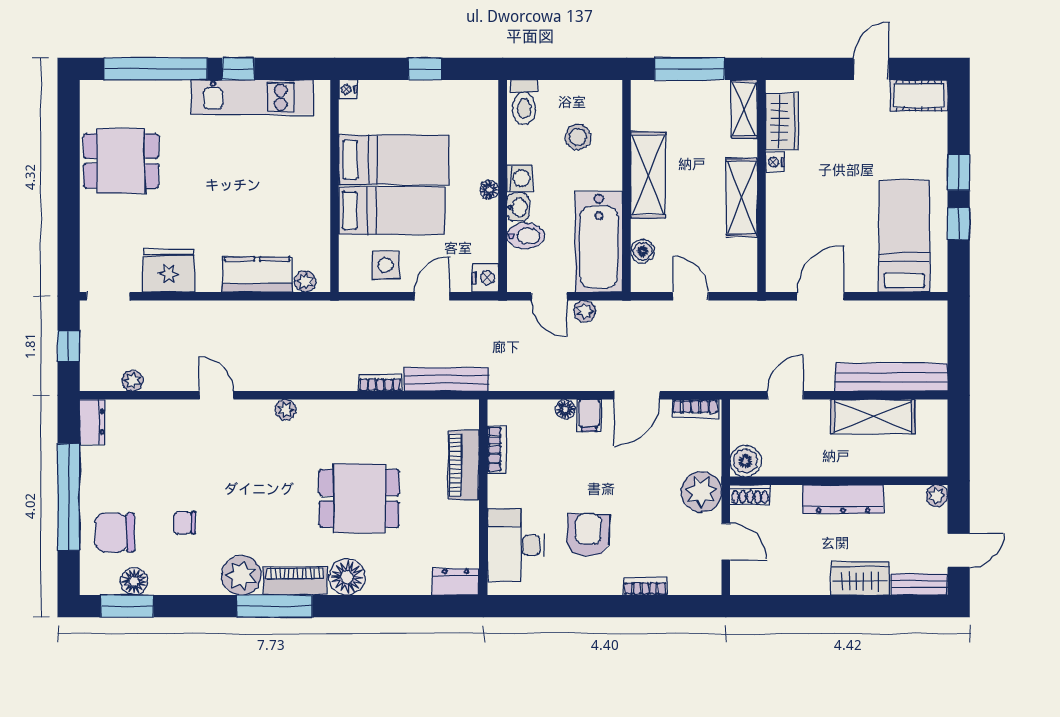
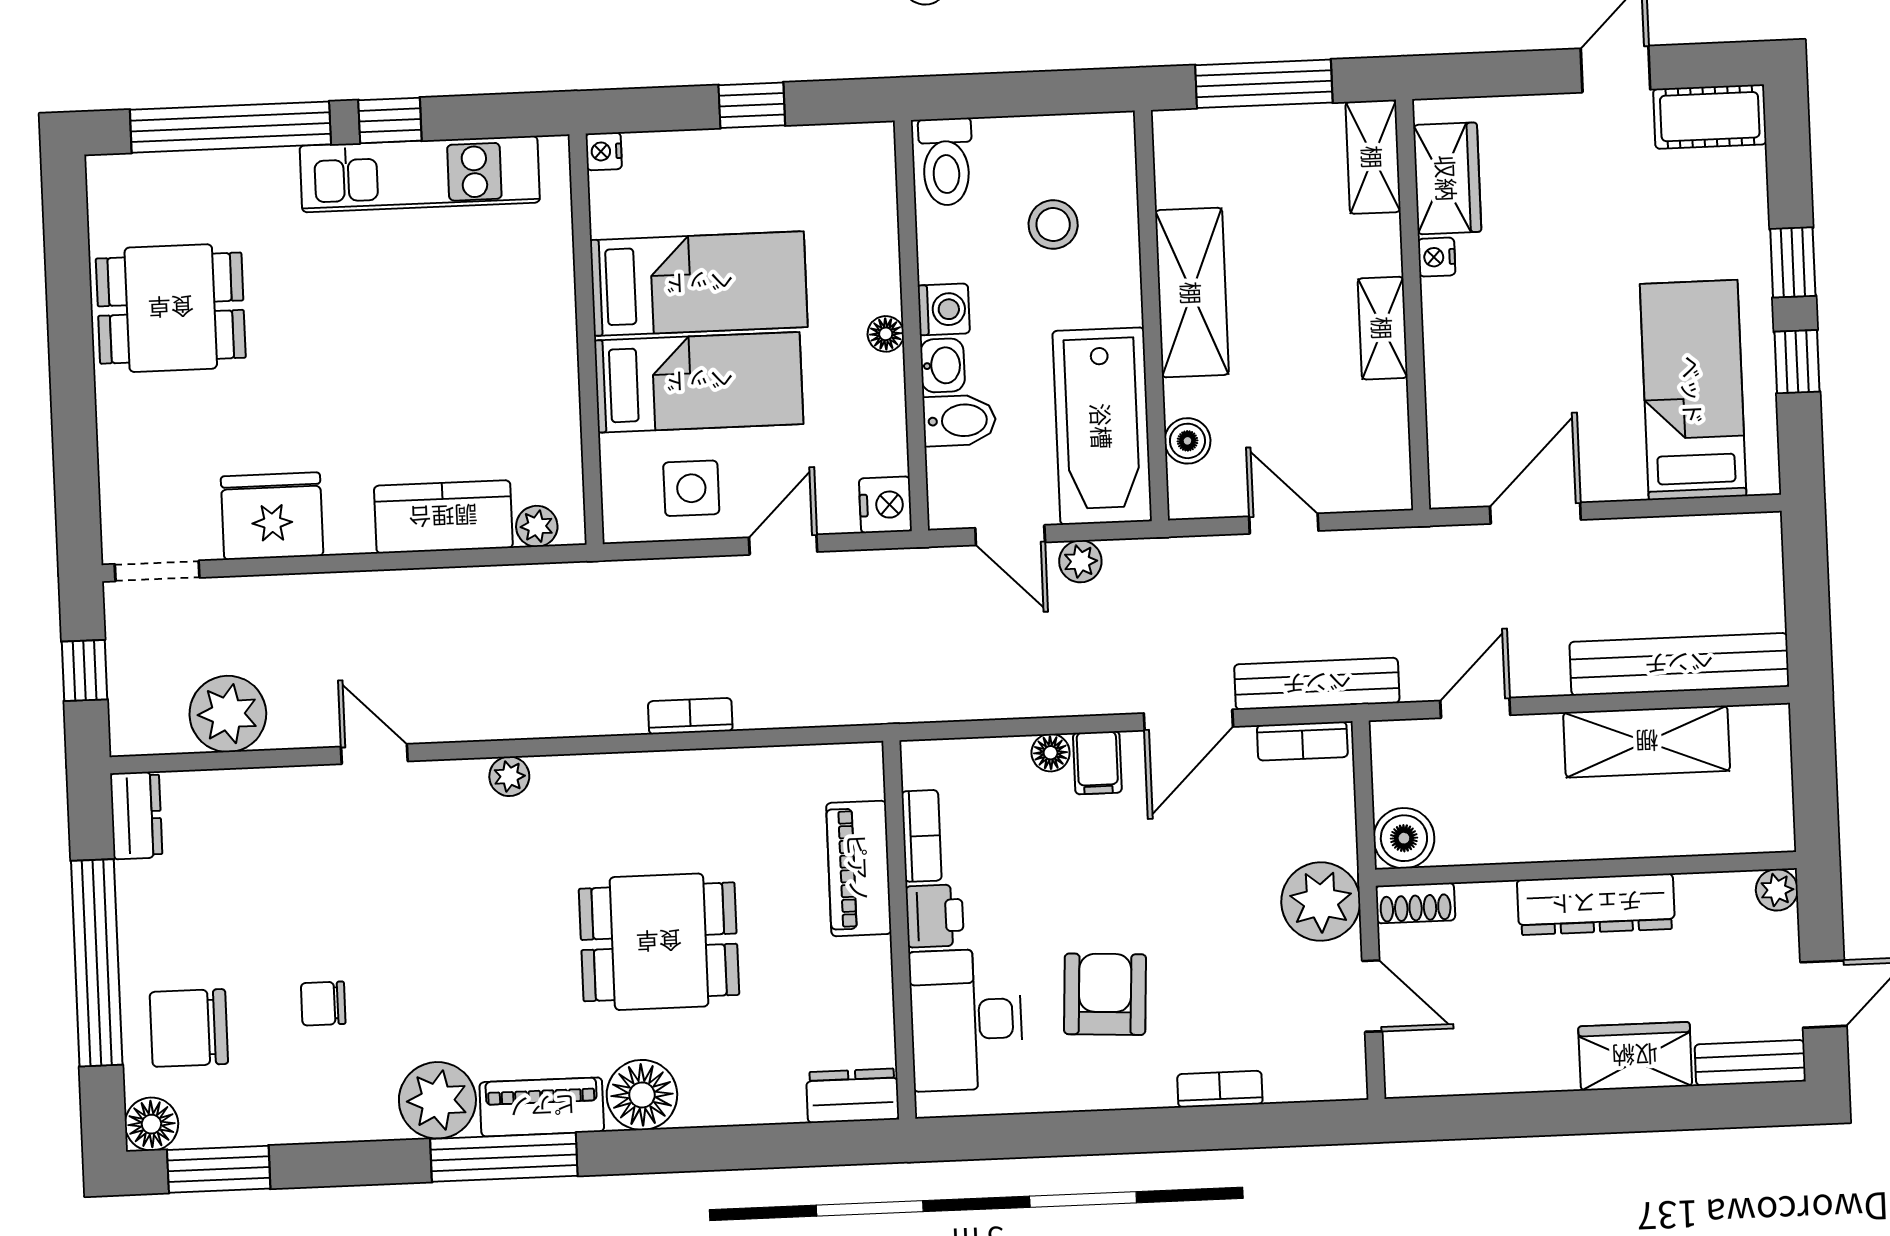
shelving: (742, 197) -> (1383, 328), width x0.67, depth x0.75
bench: (446, 379) -> (1317, 684), moved
plant: (133, 381) -> (228, 714), width x1.87, depth x1.87
printer: (502, 491) -> (935, 916), added
floor lamp: (134, 581) -> (151, 1124), moved

